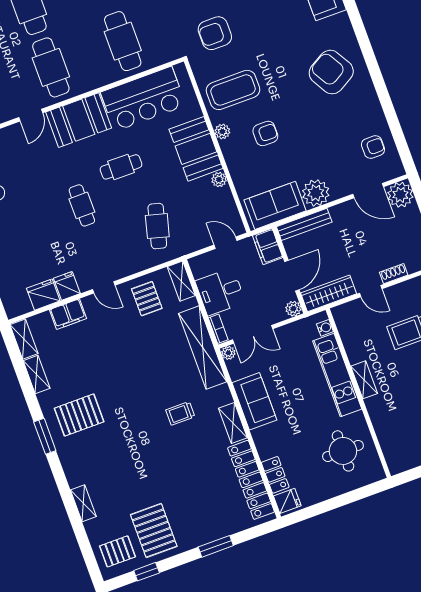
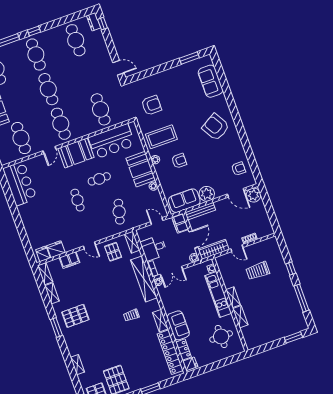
armchair: (215, 33) -> (151, 105), turned 180
fridge: (67, 286) -> (43, 254), moved
sofa: (254, 401) -> (178, 325), moved
shelving: (378, 415) -> (240, 317), added

